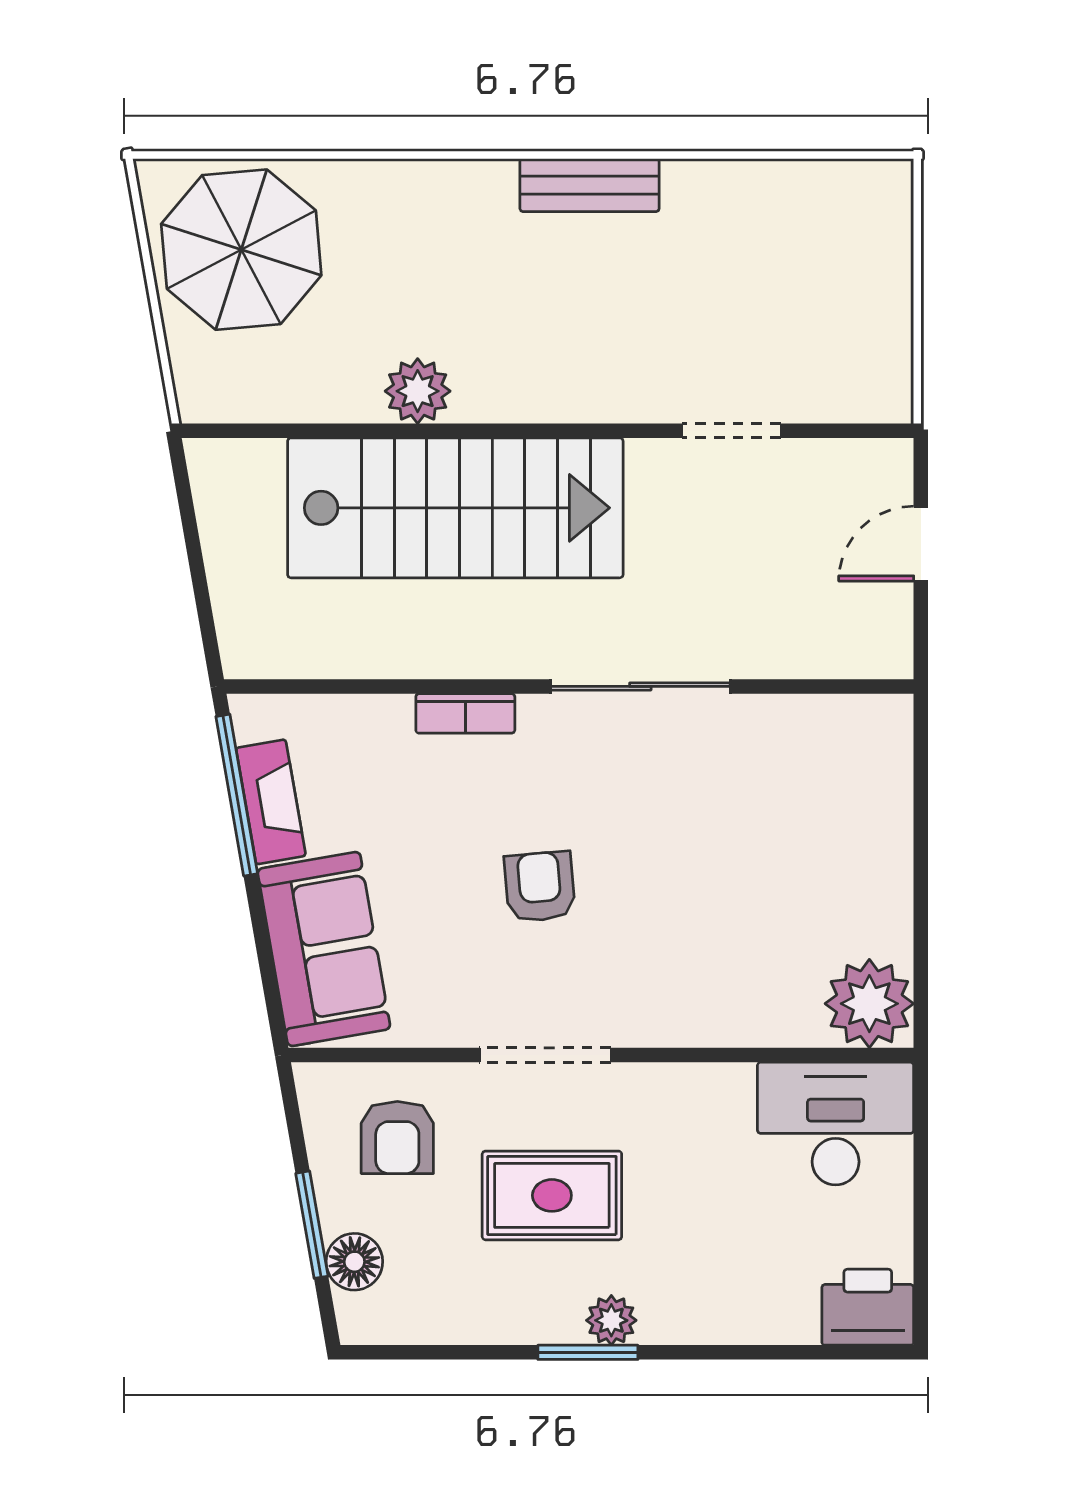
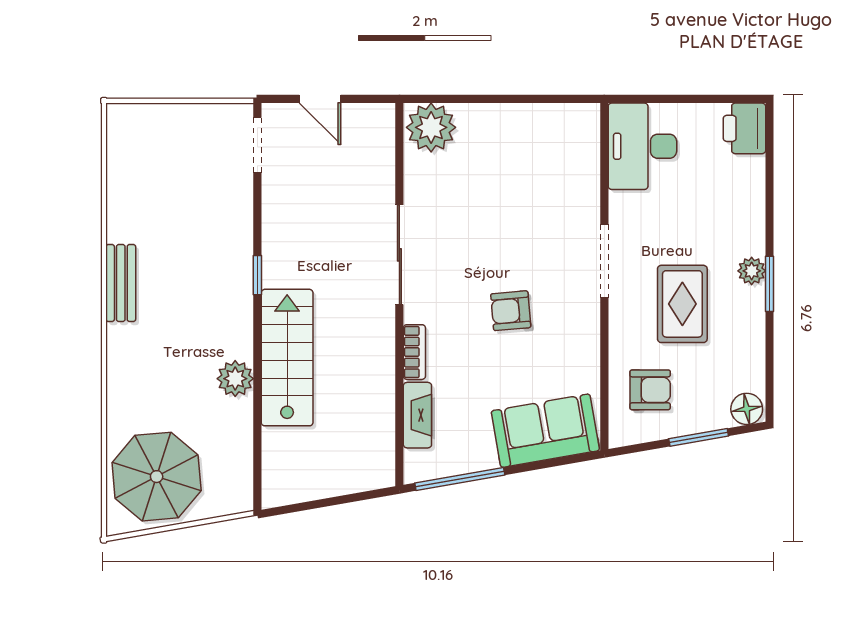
window: (604, 431) -> (257, 275), added
doorway: (731, 431) -> (257, 145), moved
stairs: (455, 508) -> (287, 358), width x0.73, depth x0.66
fireplace: (271, 802) -> (417, 415), moved, turned 100
plant: (869, 1004) -> (431, 127), moved
doorway: (545, 1055) -> (604, 261), moved
floor lamp: (354, 1262) -> (747, 409), moved

